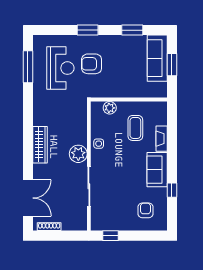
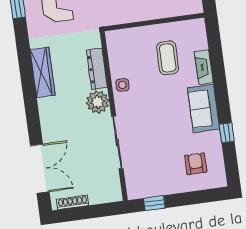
plant: (110, 108) -> (131, 36), removed
dresser: (81, 129) -> (97, 69), added
wardrobe: (40, 145) -> (43, 72), moved

